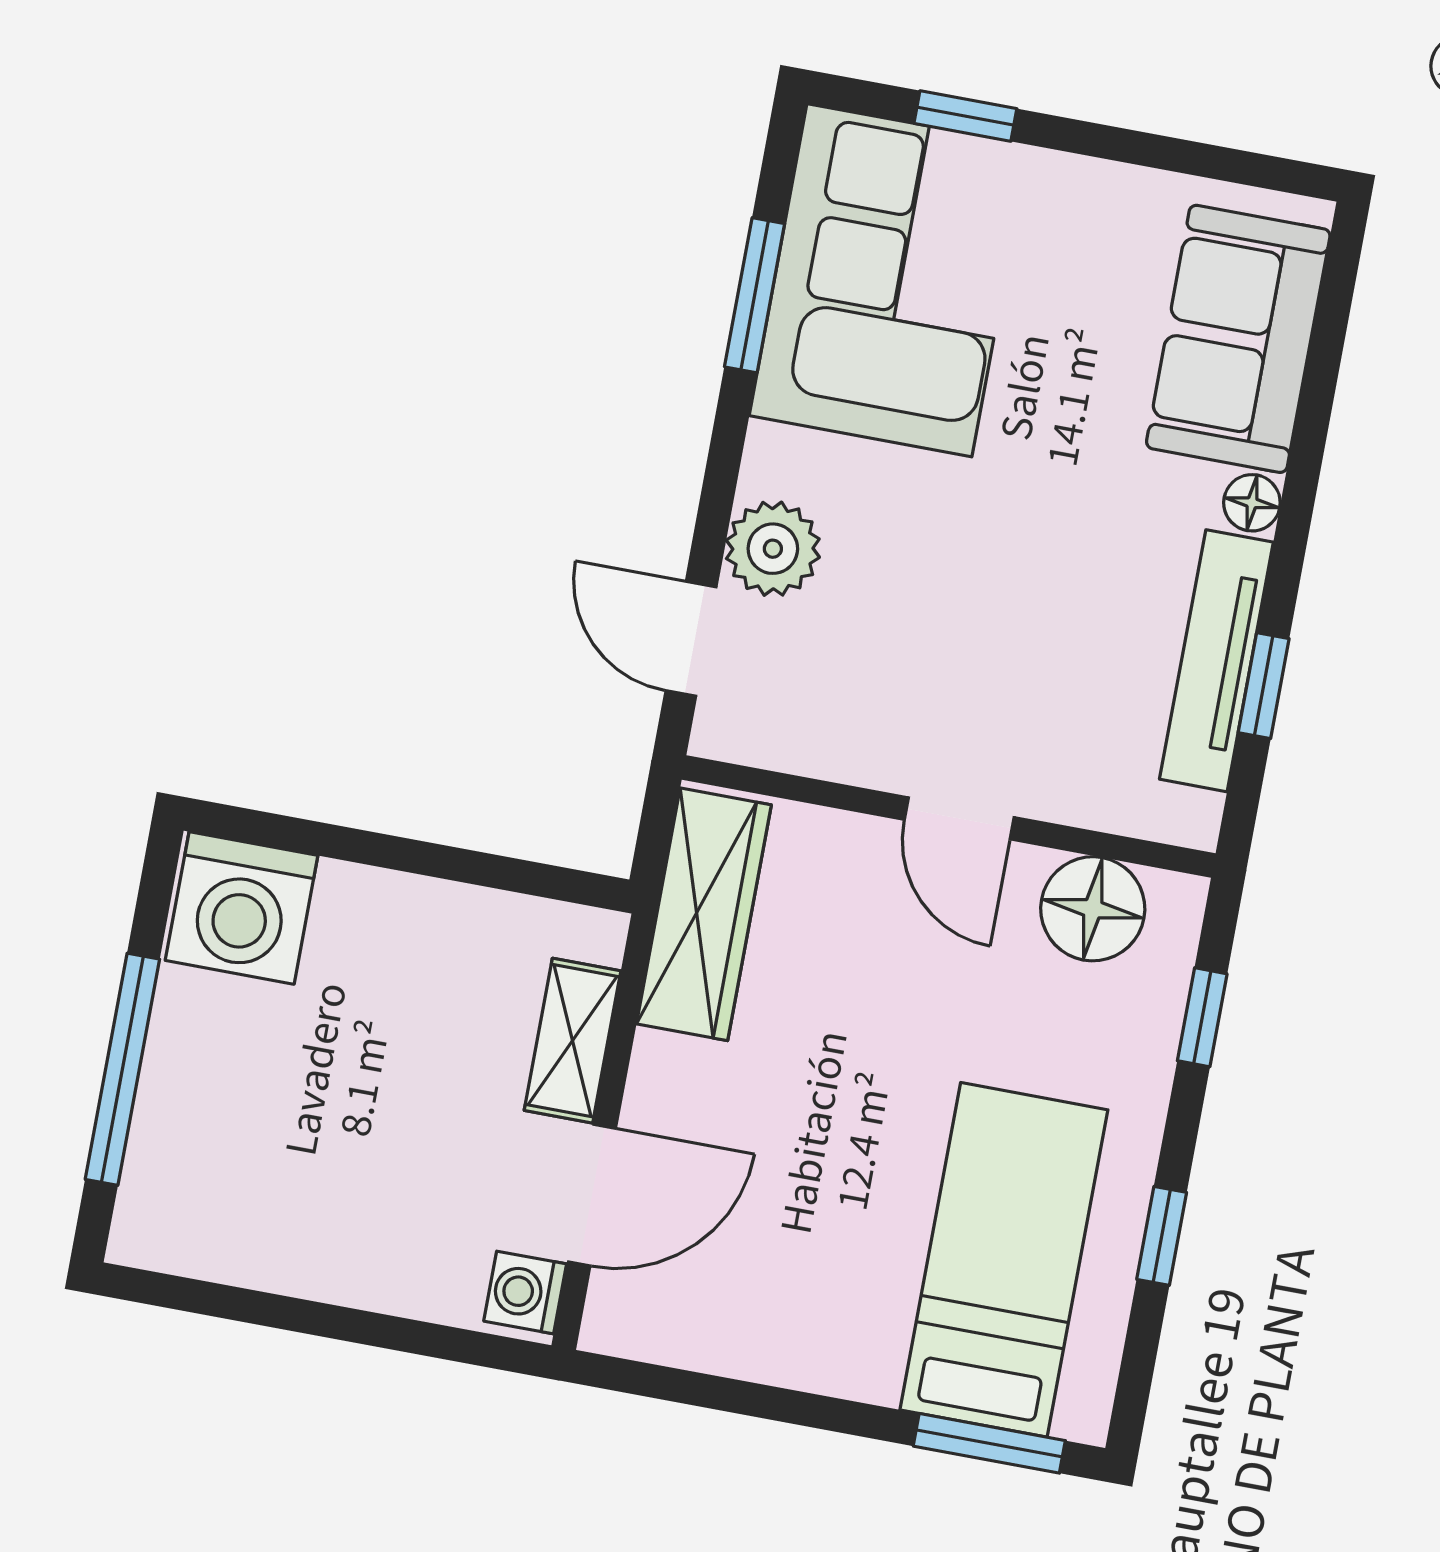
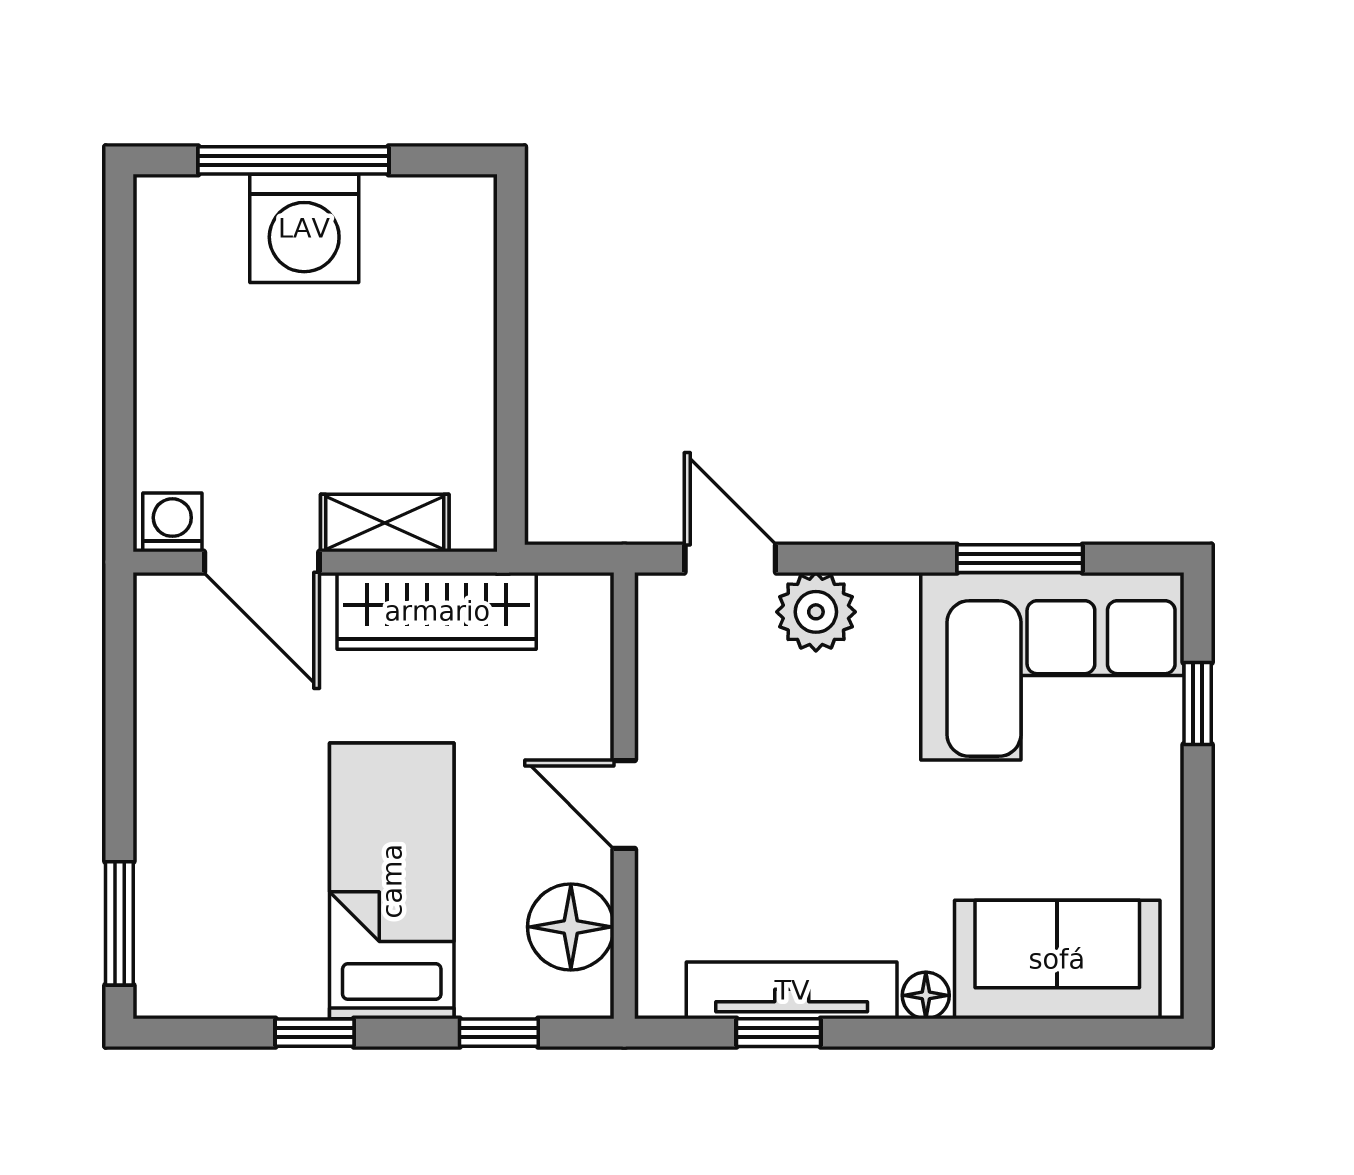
door: (691, 639) -> (730, 559), hinge flipped
door: (959, 818) -> (624, 804), hinge flipped
washing machine: (242, 908) -> (304, 228), moved, turned -90
wardrobe: (704, 914) -> (437, 611), moved
bed: (1004, 1260) -> (392, 881), moved, turned -90

